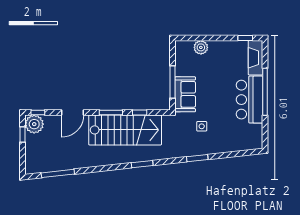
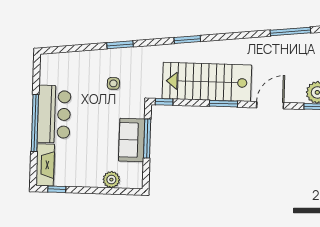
sofa: (185, 94) -> (132, 140), moved
window: (140, 112) -> (164, 102), moved

